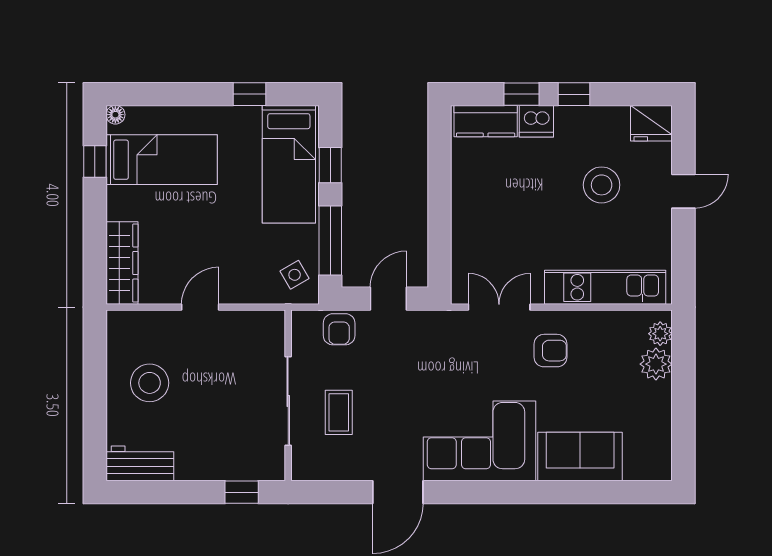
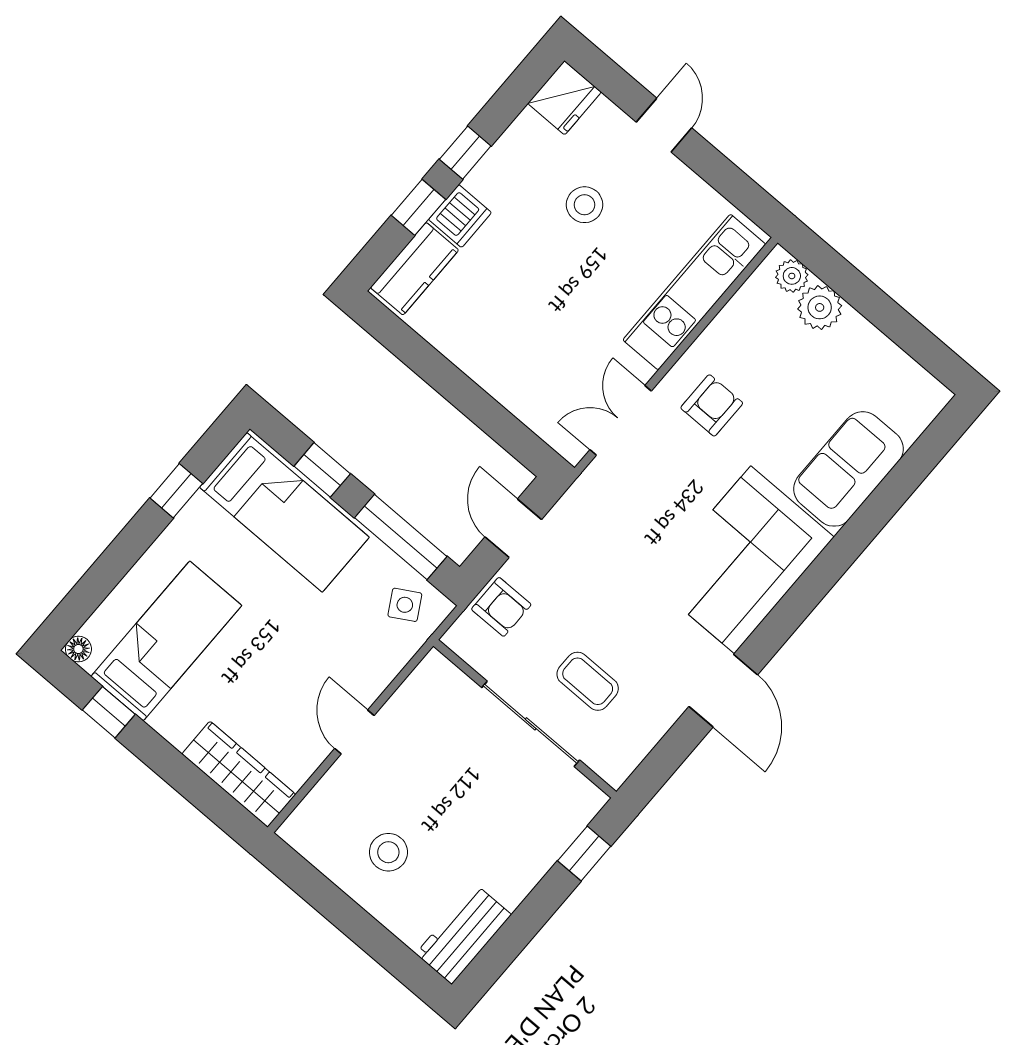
stool: (602, 185) -> (585, 205), width x0.73, depth x0.73
stool: (150, 383) -> (388, 852), width x0.73, depth x0.73

